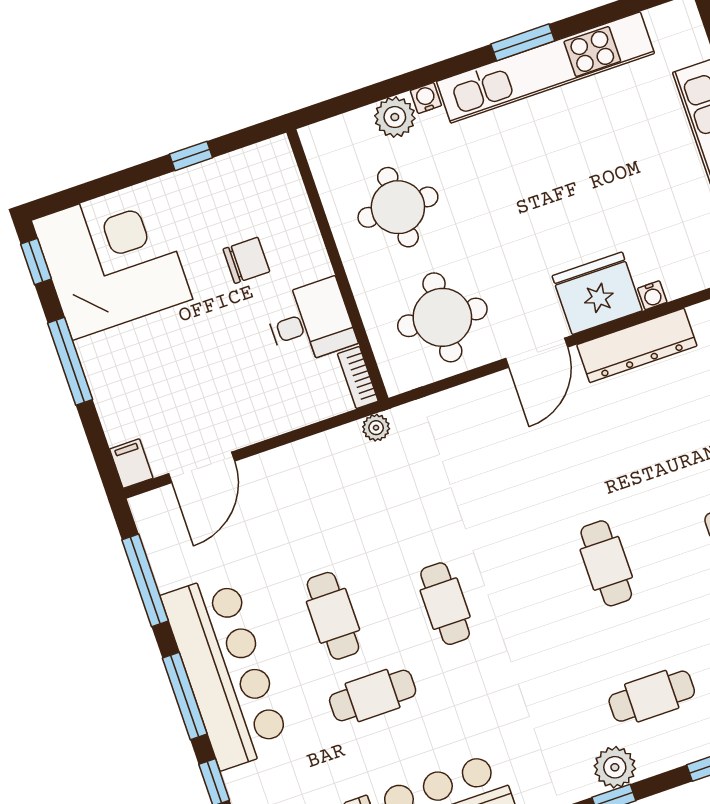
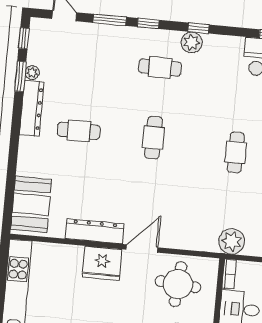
water cooler: (652, 295) -> (77, 251), removed
plant: (376, 428) -> (232, 241), width x1.88, depth x1.88

